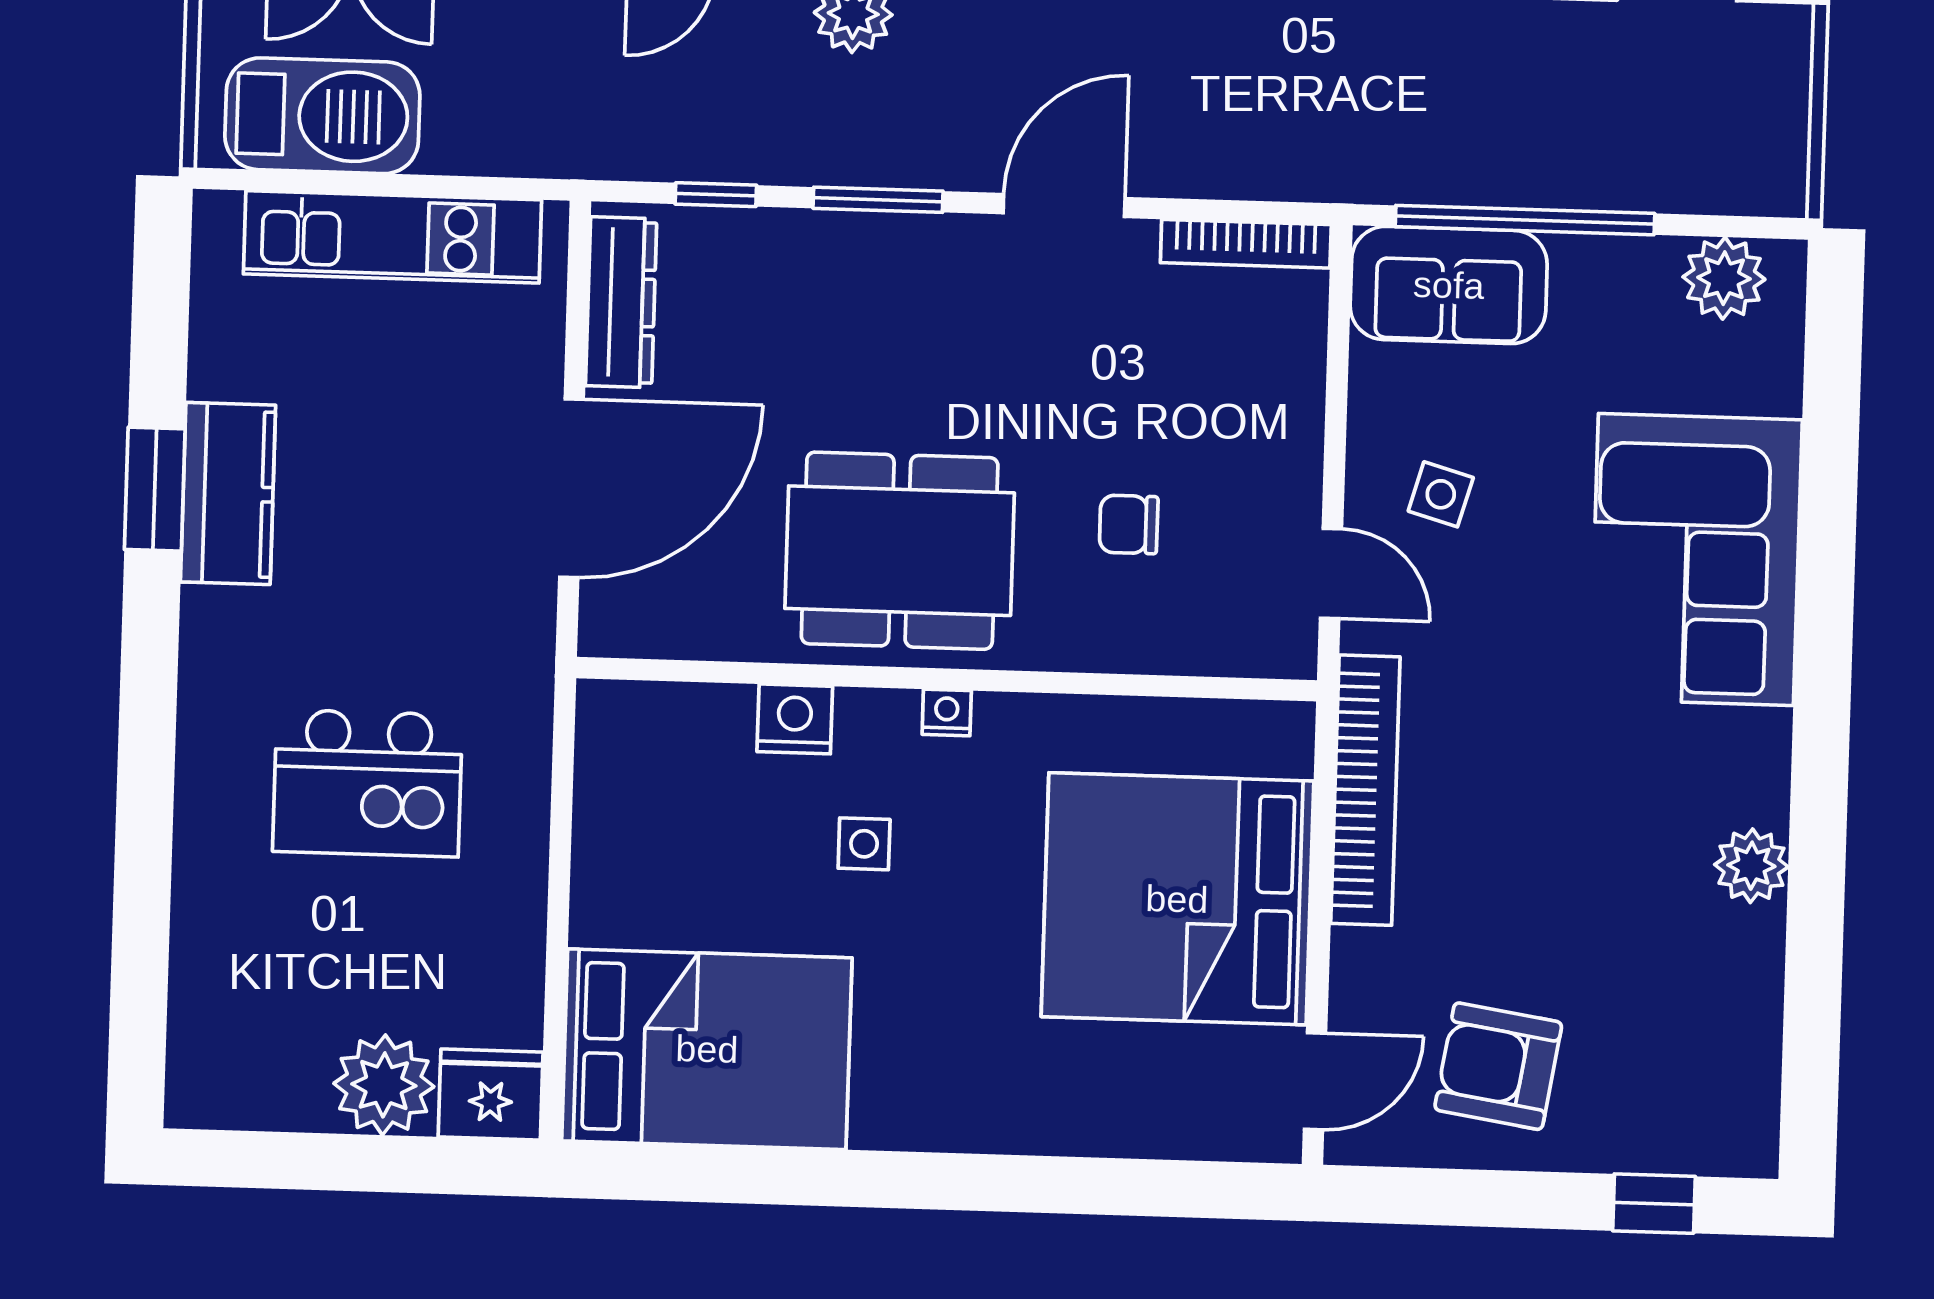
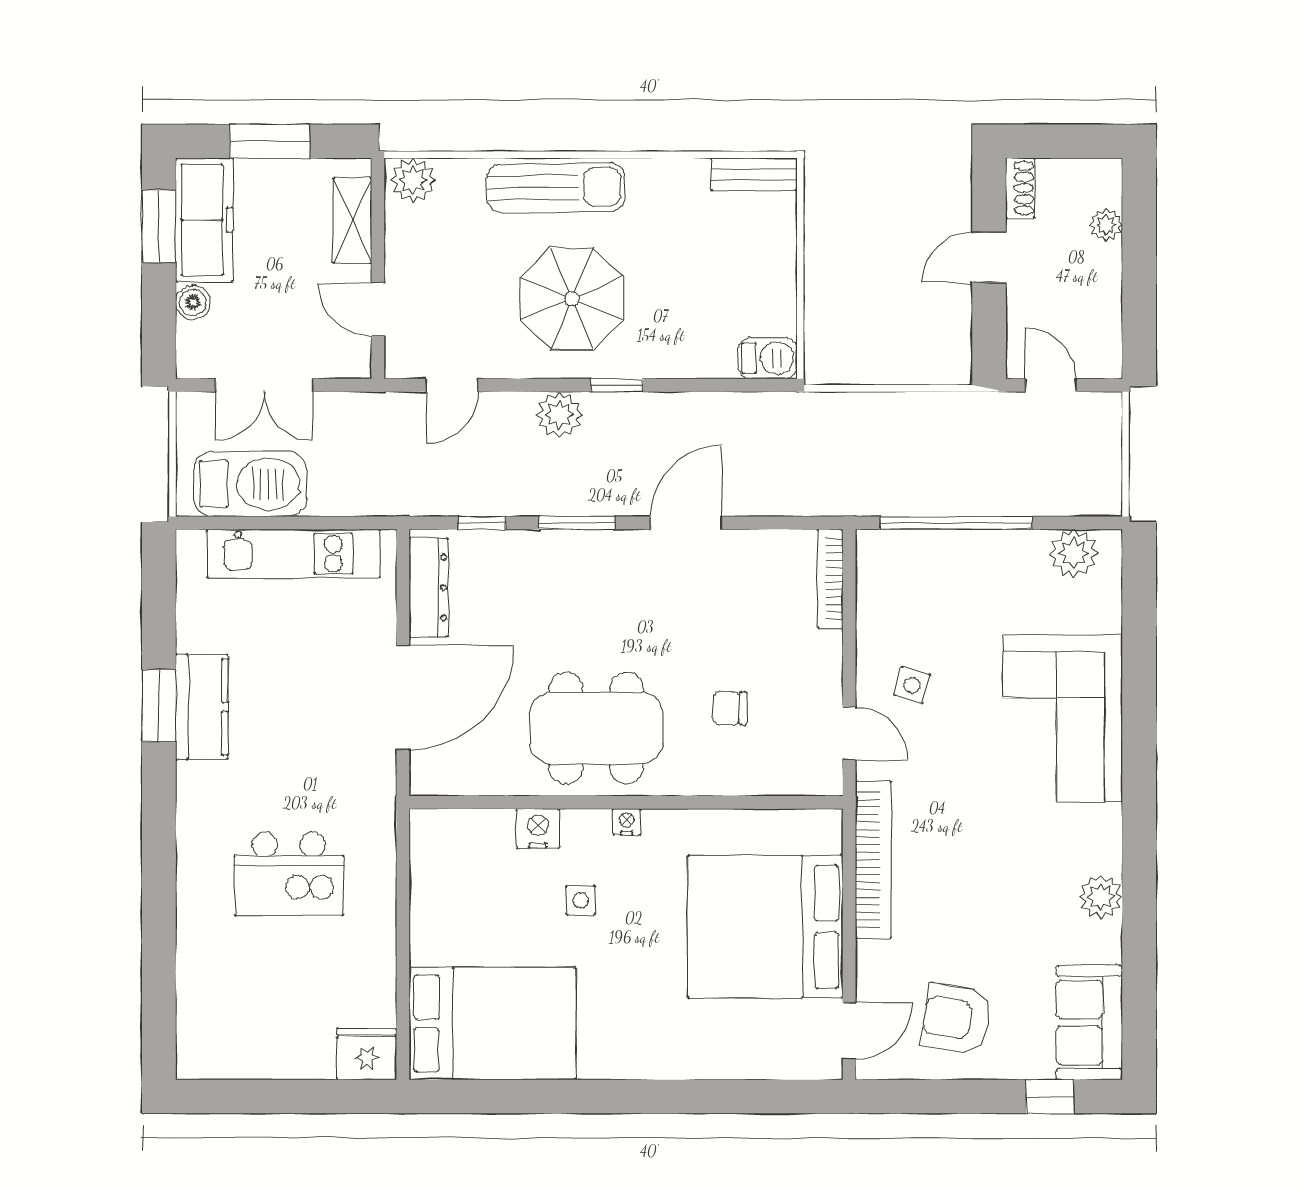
bookcase: (1246, 244) -> (830, 579), moved, turned 90
sofa: (1449, 285) -> (1089, 1022), moved, turned 90
plant: (384, 1085) -> (304, 1050), removed

